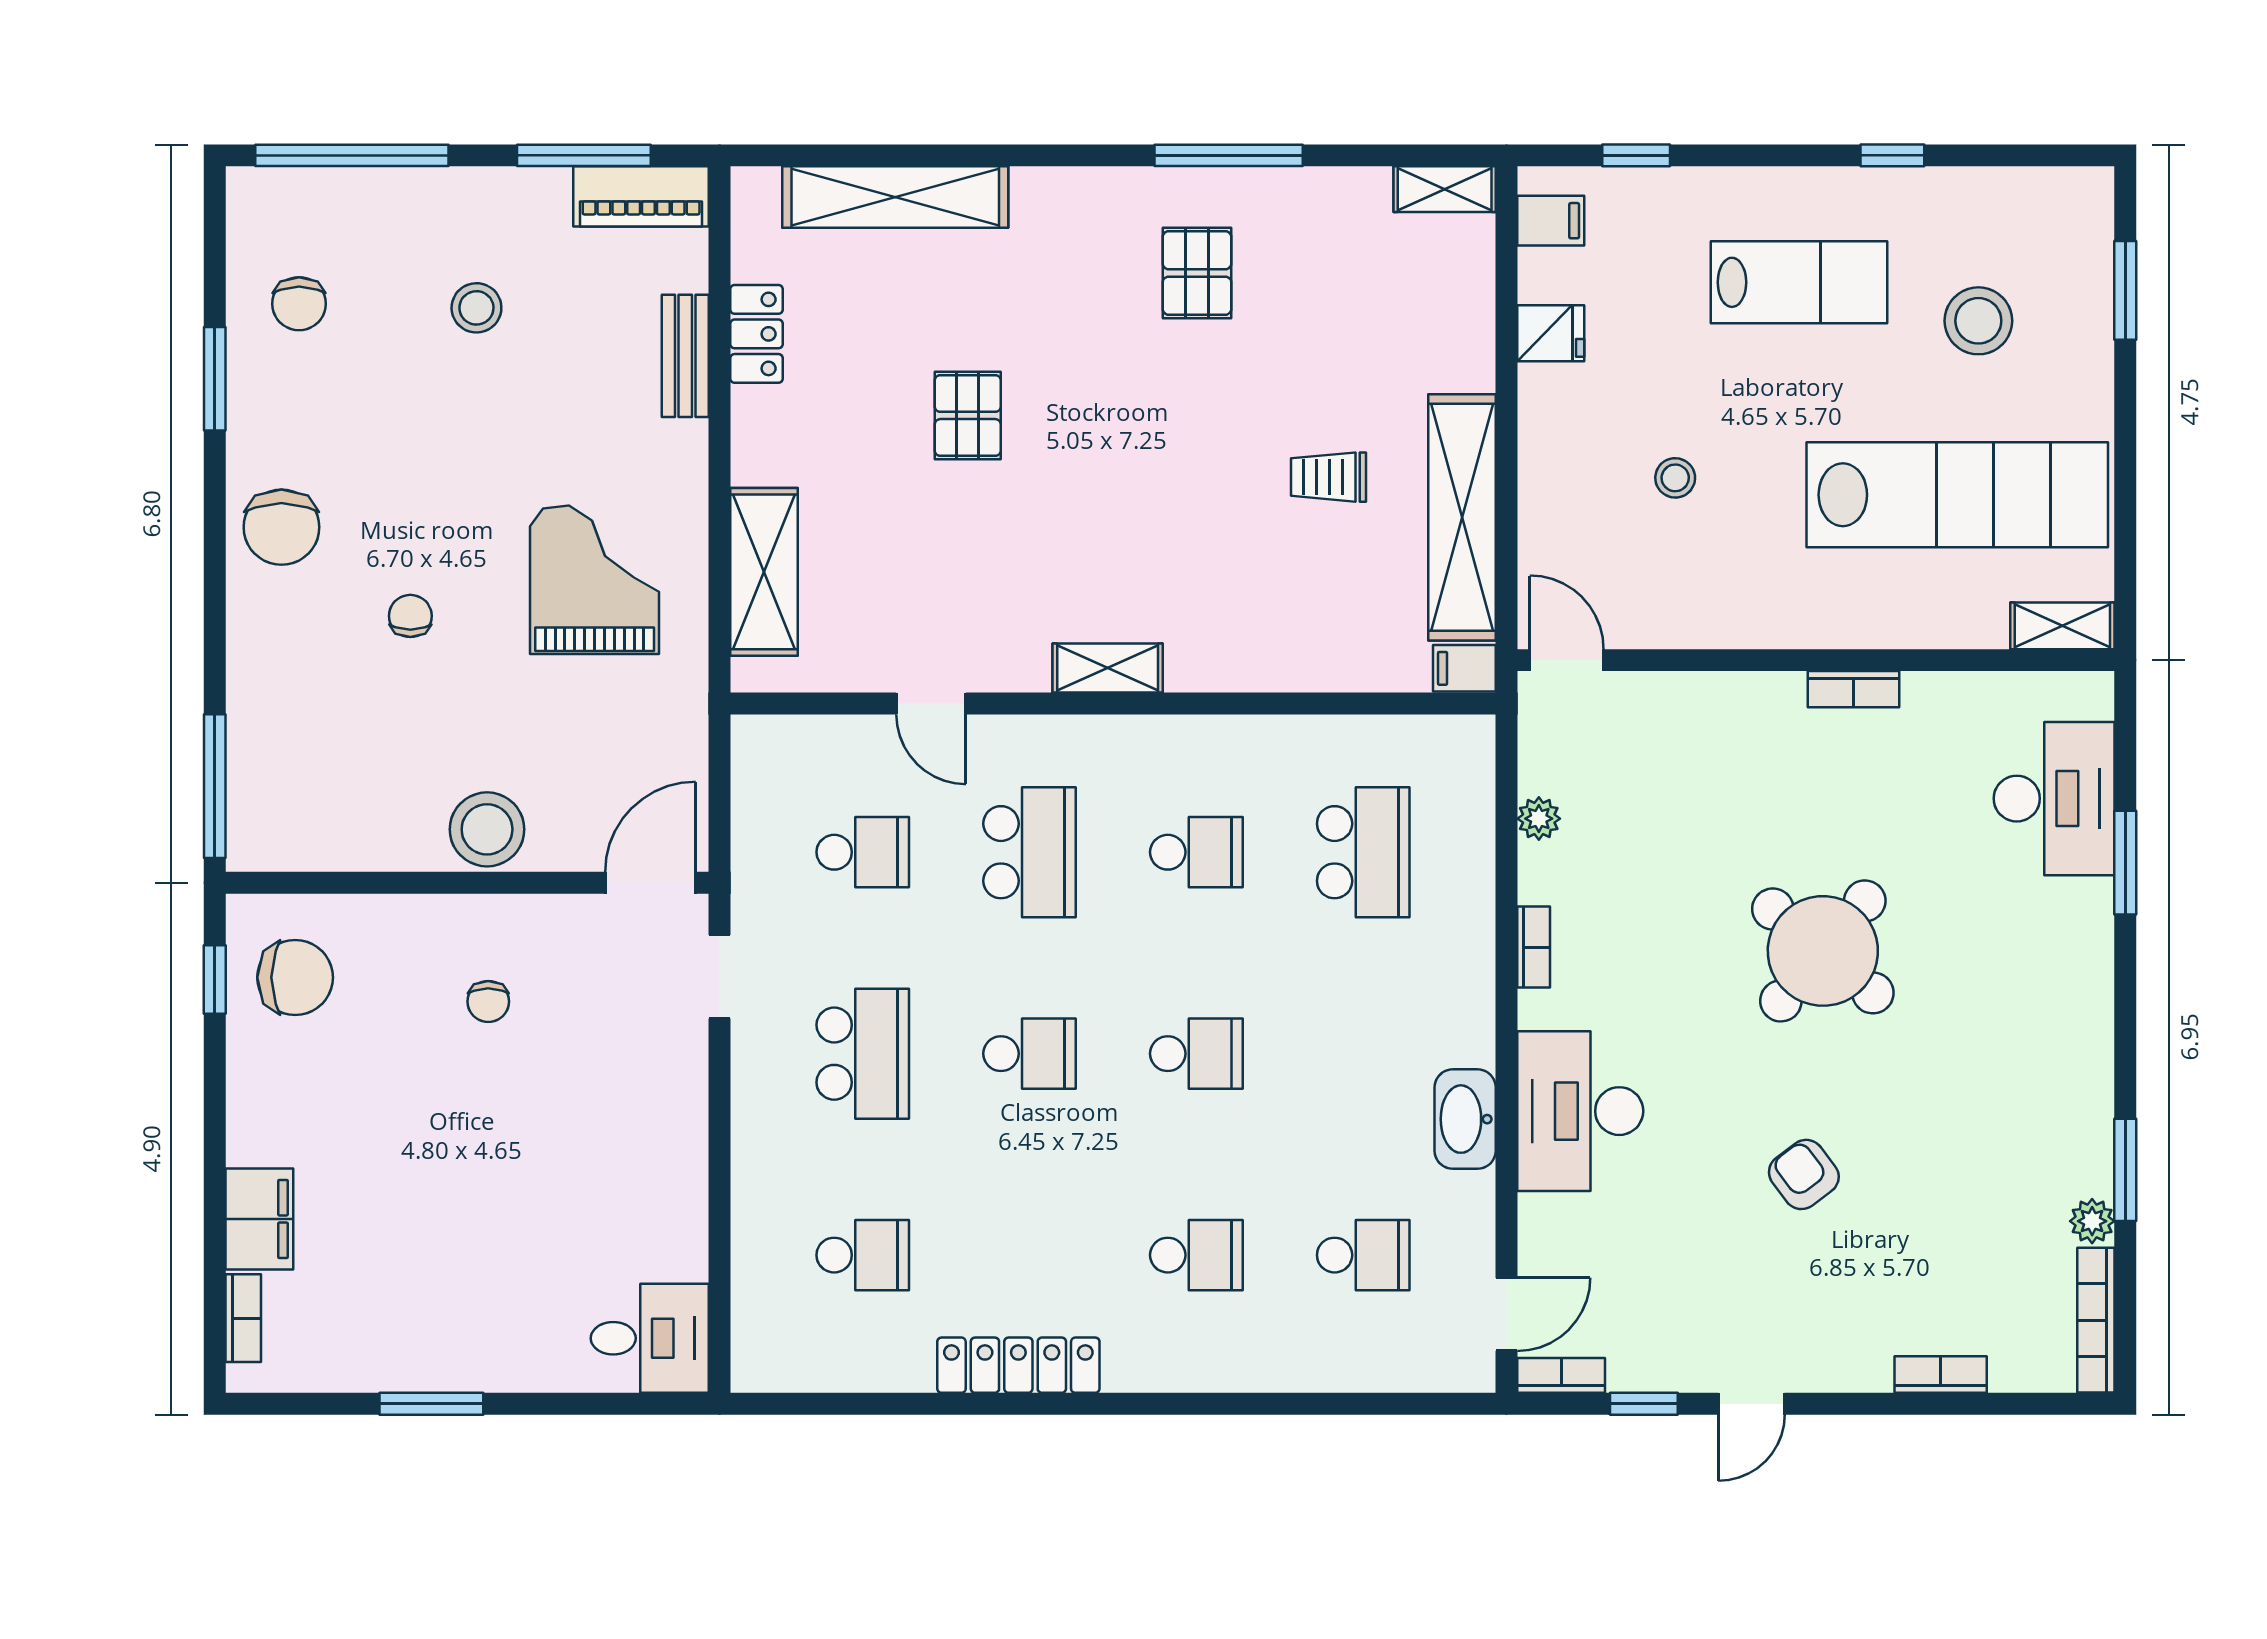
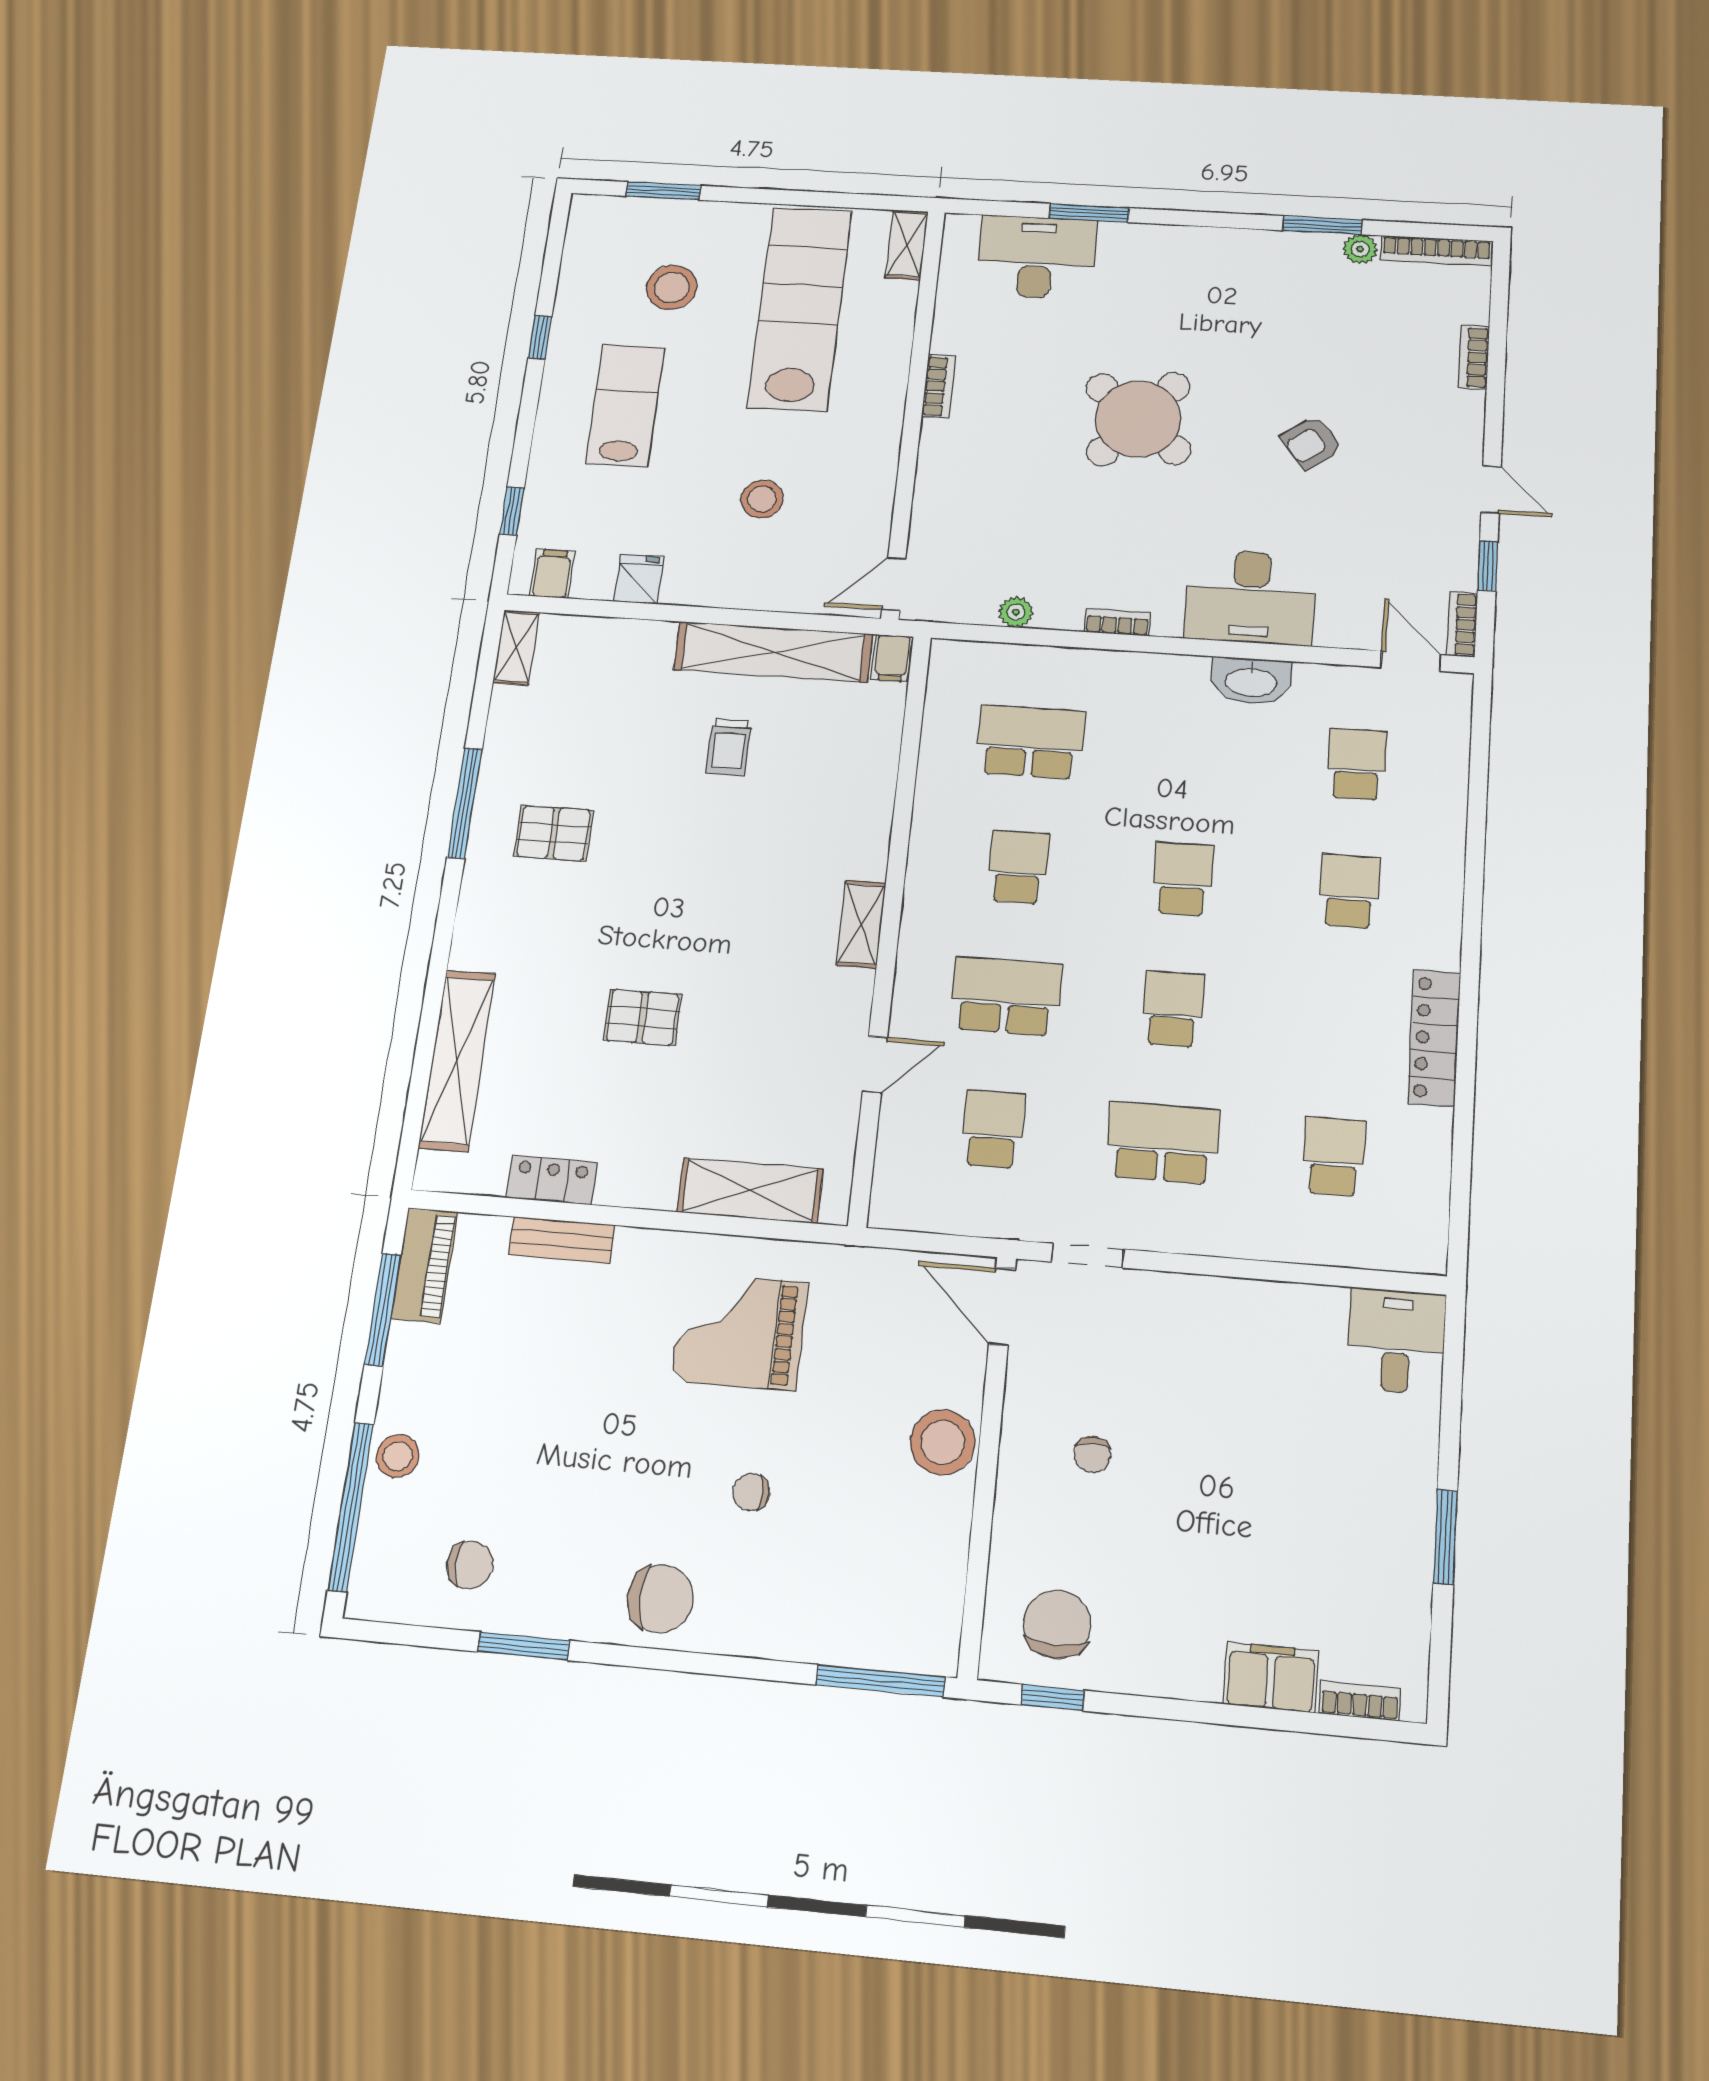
stool: (476, 308) -> (398, 1456), moved
stool: (1675, 478) -> (762, 499), width x1.37, depth x1.37
chair: (488, 1002) -> (1092, 1455), turned 90

